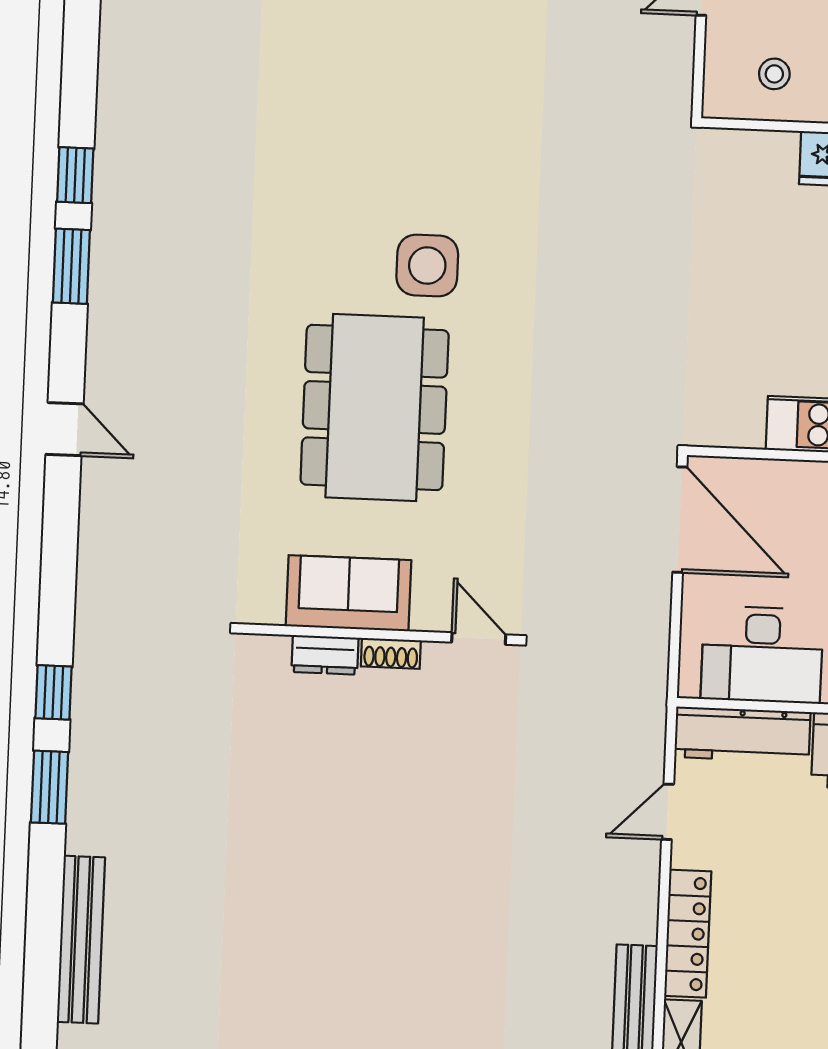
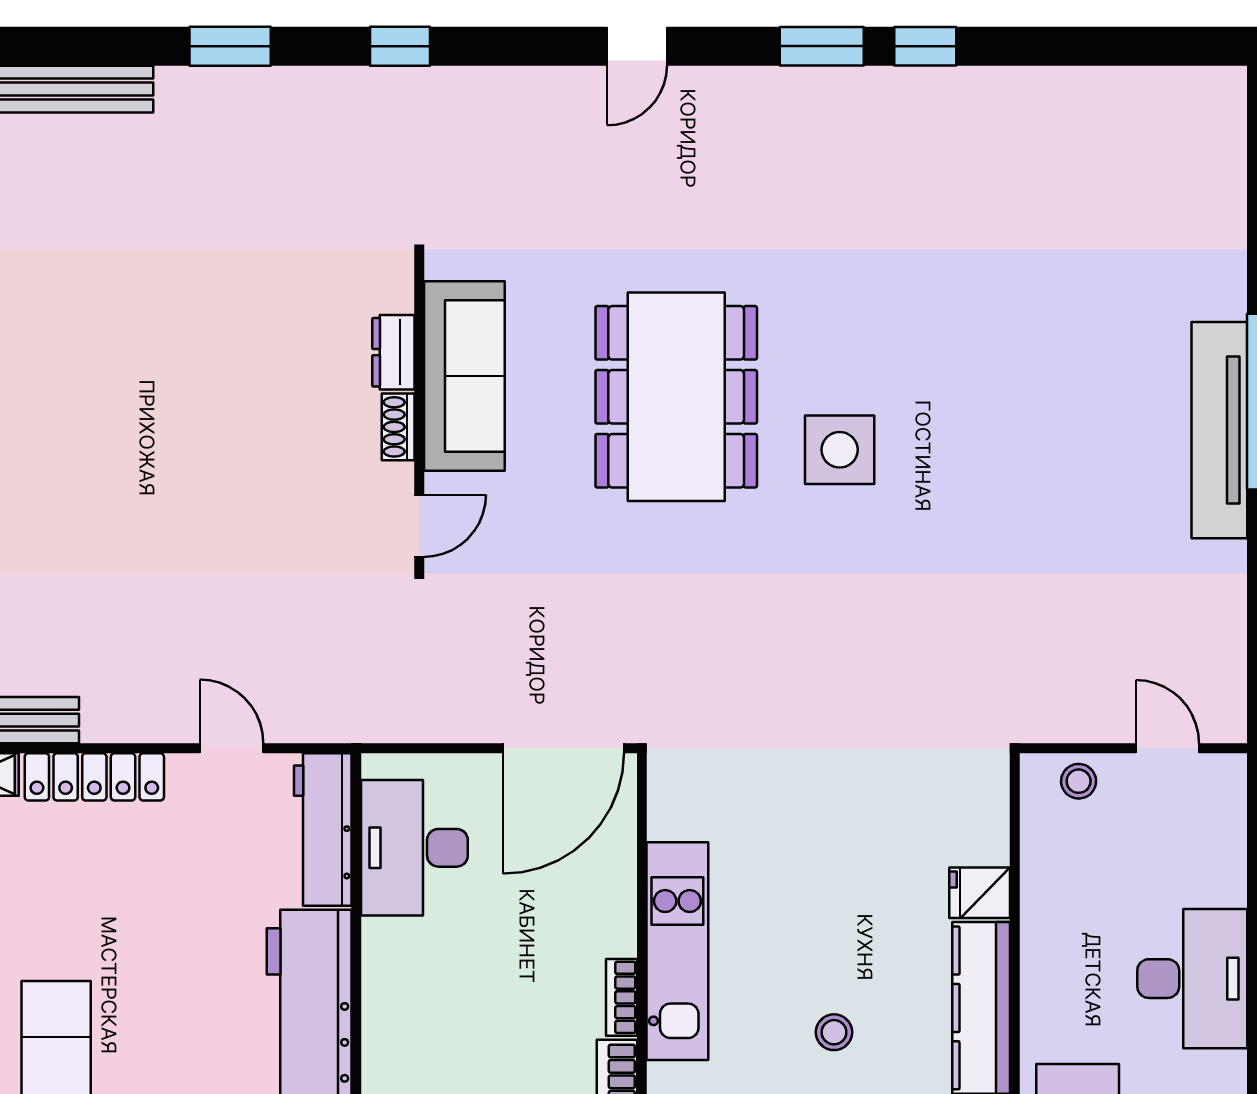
stool: (774, 74) -> (1079, 781), moved
dining table: (375, 407) -> (676, 397), turned 90
sofa: (349, 593) -> (464, 376), width x1.36
window: (54, 692) -> (400, 46), moved

